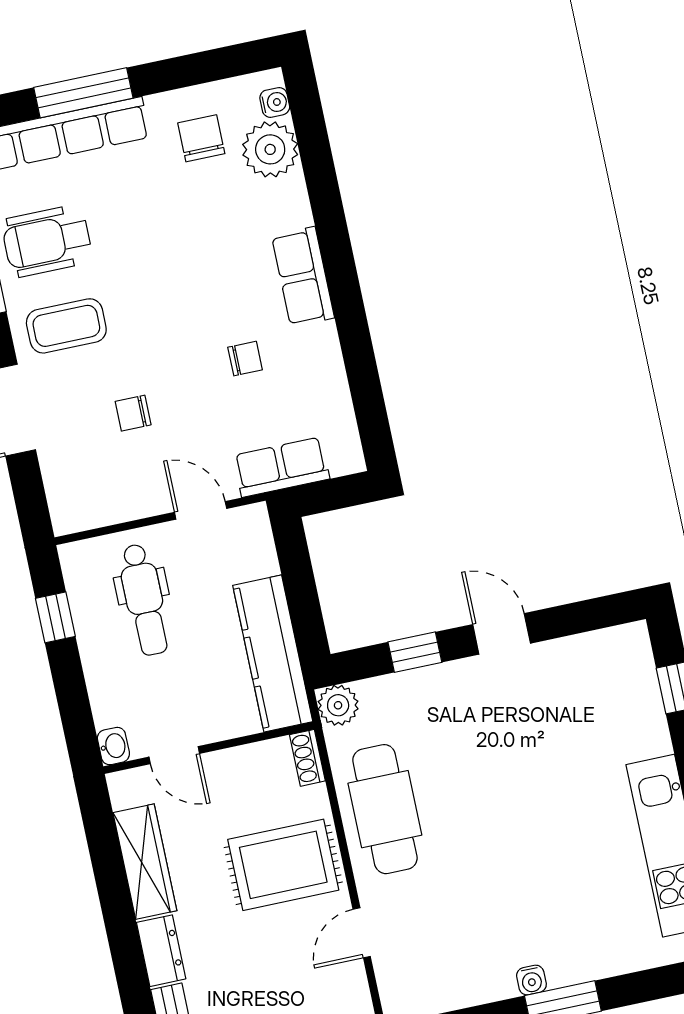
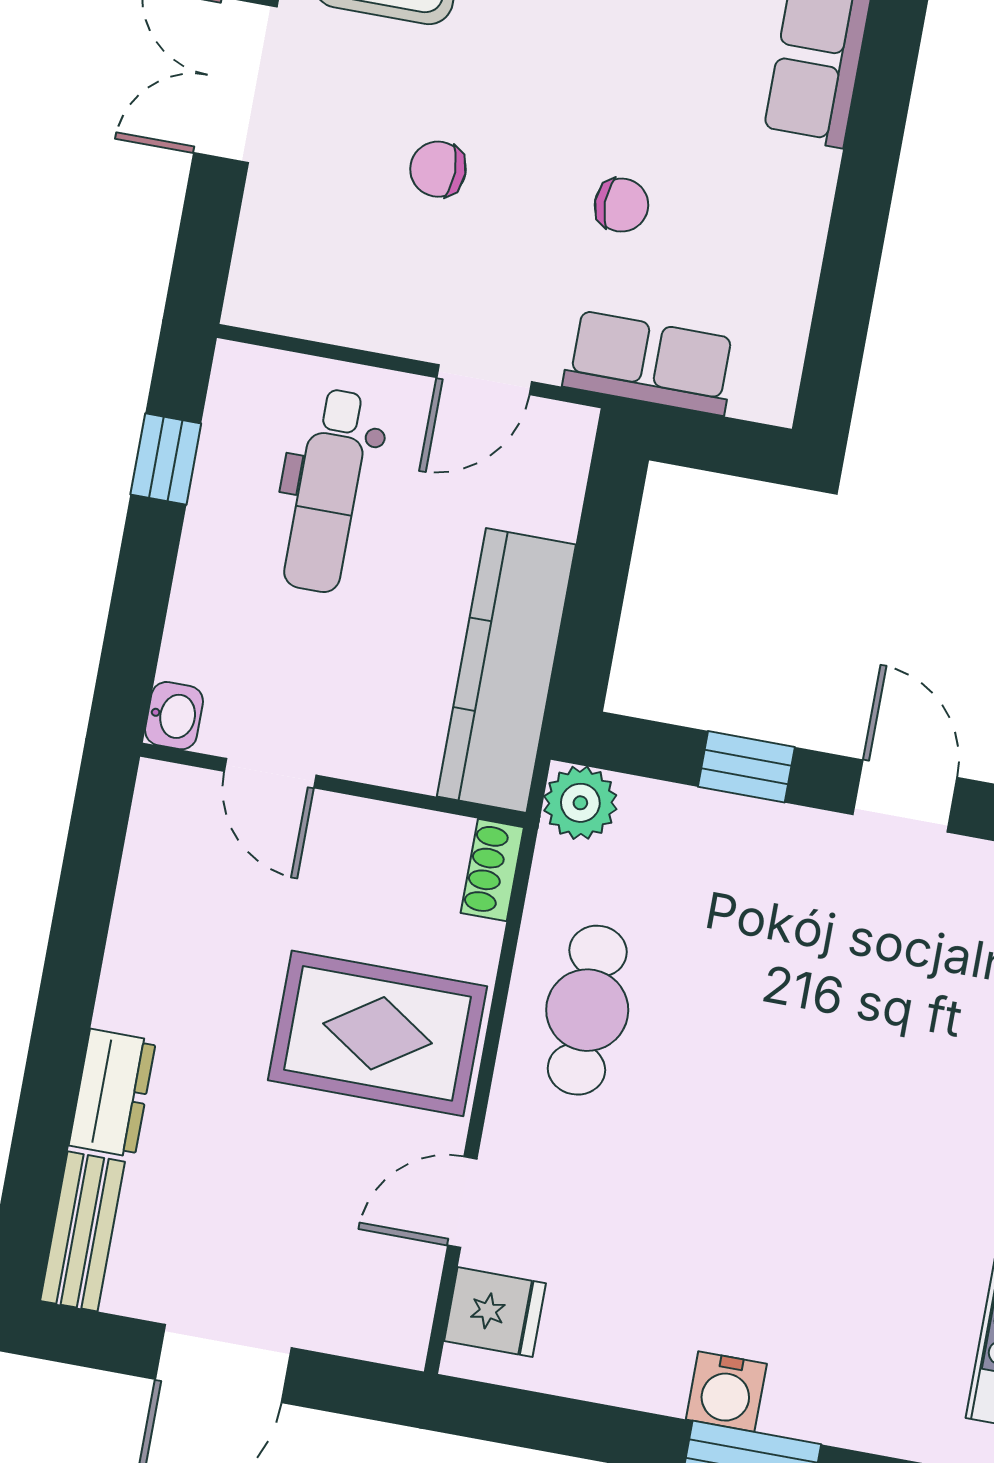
chair: (245, 359) -> (622, 205), moved
door: (201, 510) -> (484, 380), swing flipped
cafe table: (385, 809) -> (587, 1010), width x0.73, depth x0.74
wardrobe: (145, 862) -> (147, 932), removed
water cooler: (531, 980) -> (726, 1392), width x1.38, depth x1.38
fridge: (401, 982) -> (495, 1312), added

